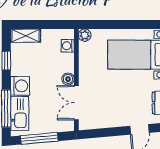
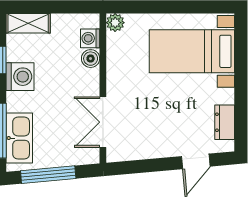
boiler: (68, 79) -> (91, 59), moved
washing machine: (20, 86) -> (20, 77), moved

